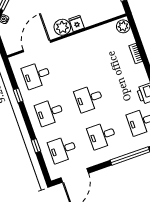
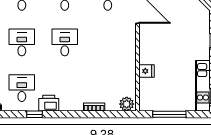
fridge: (77, 23) -> (147, 71), moved
plant: (62, 27) -> (148, 41), removed

